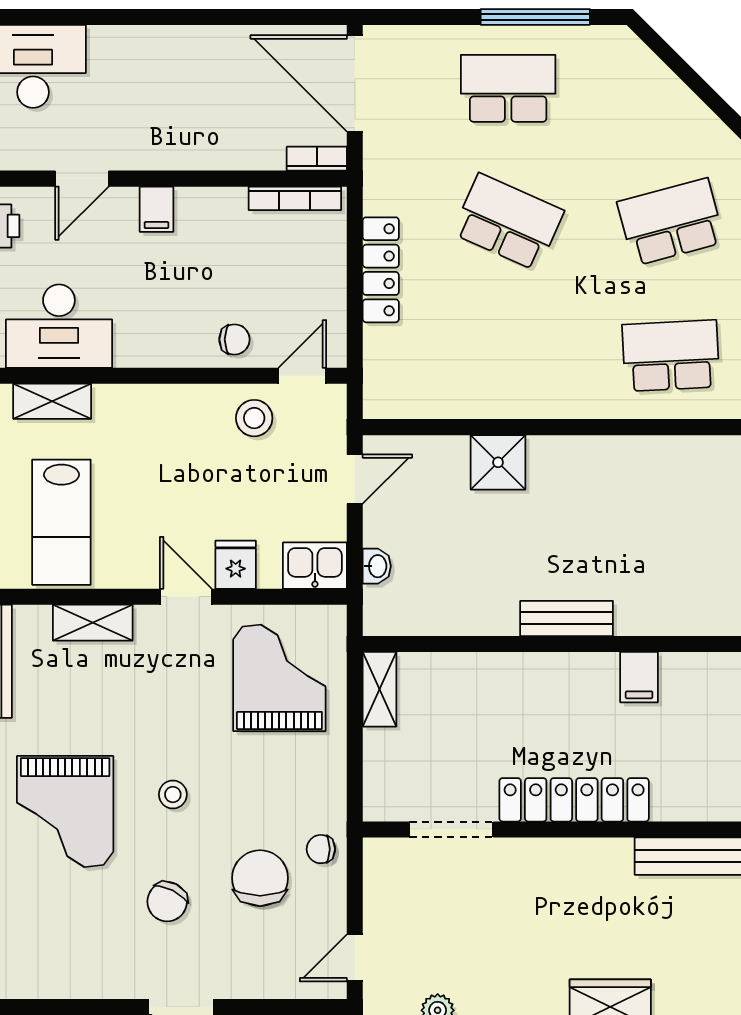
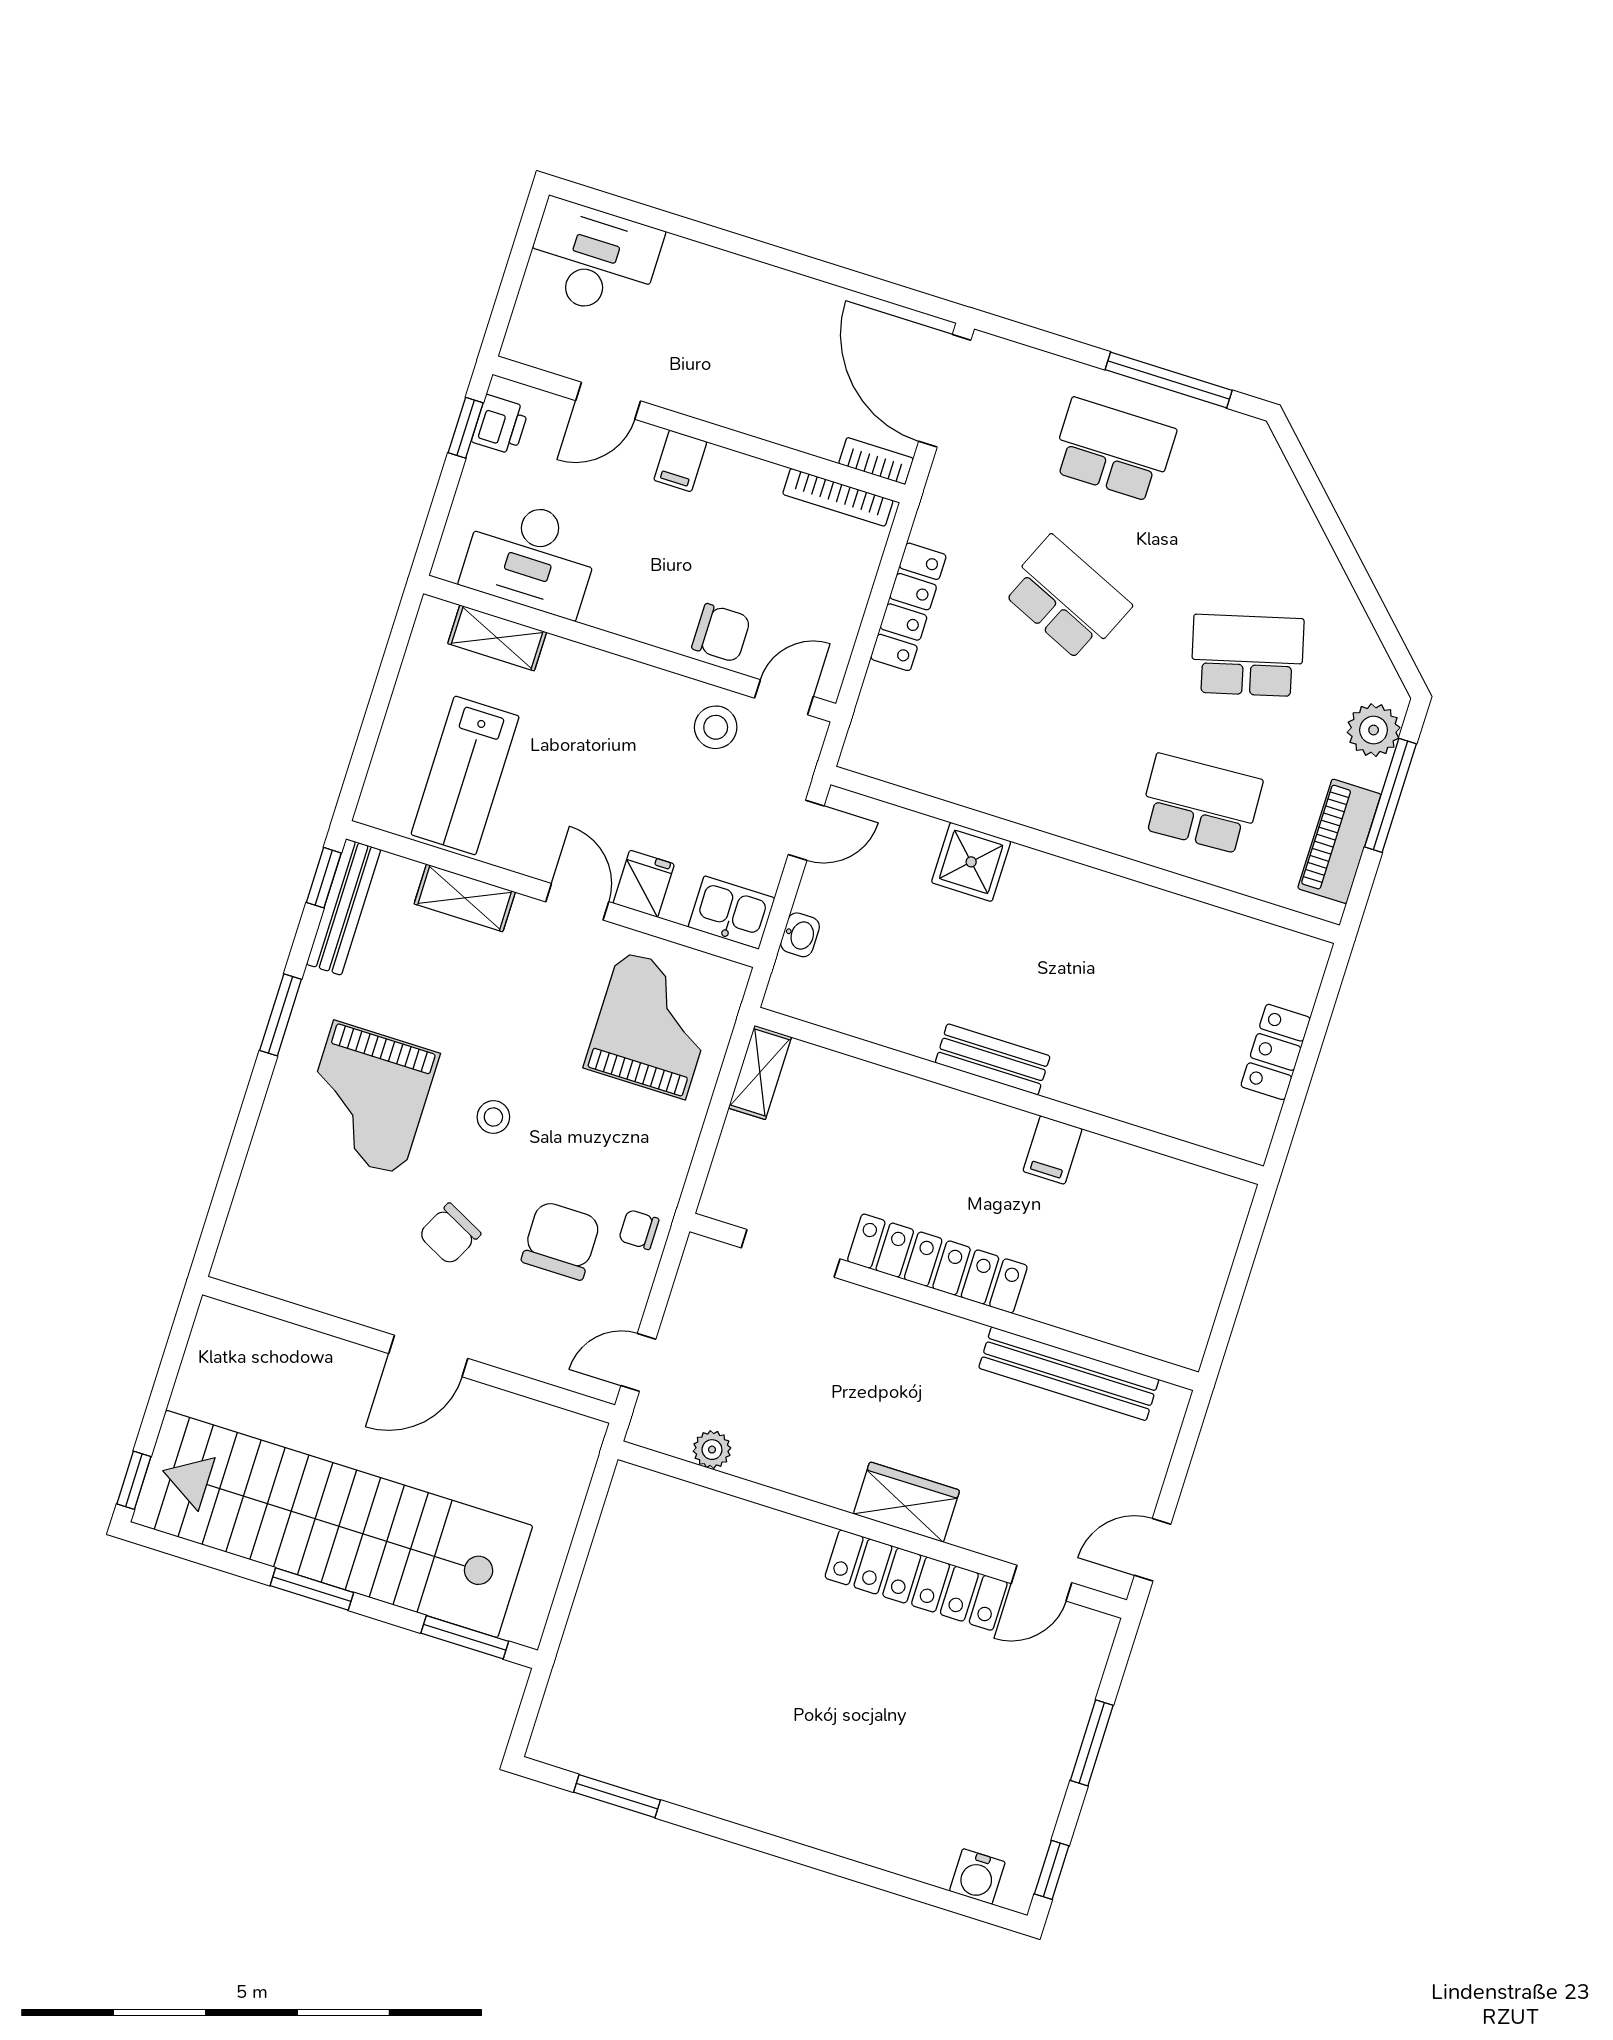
chair: (234, 339) -> (721, 633), width x1.37, depth x1.37

